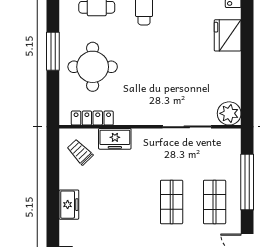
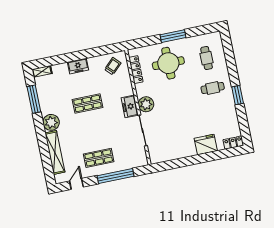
plant: (229, 113) -> (146, 104), moved
freezer: (115, 139) -> (130, 106), moved
shop shelf: (172, 202) -> (87, 103), moved

